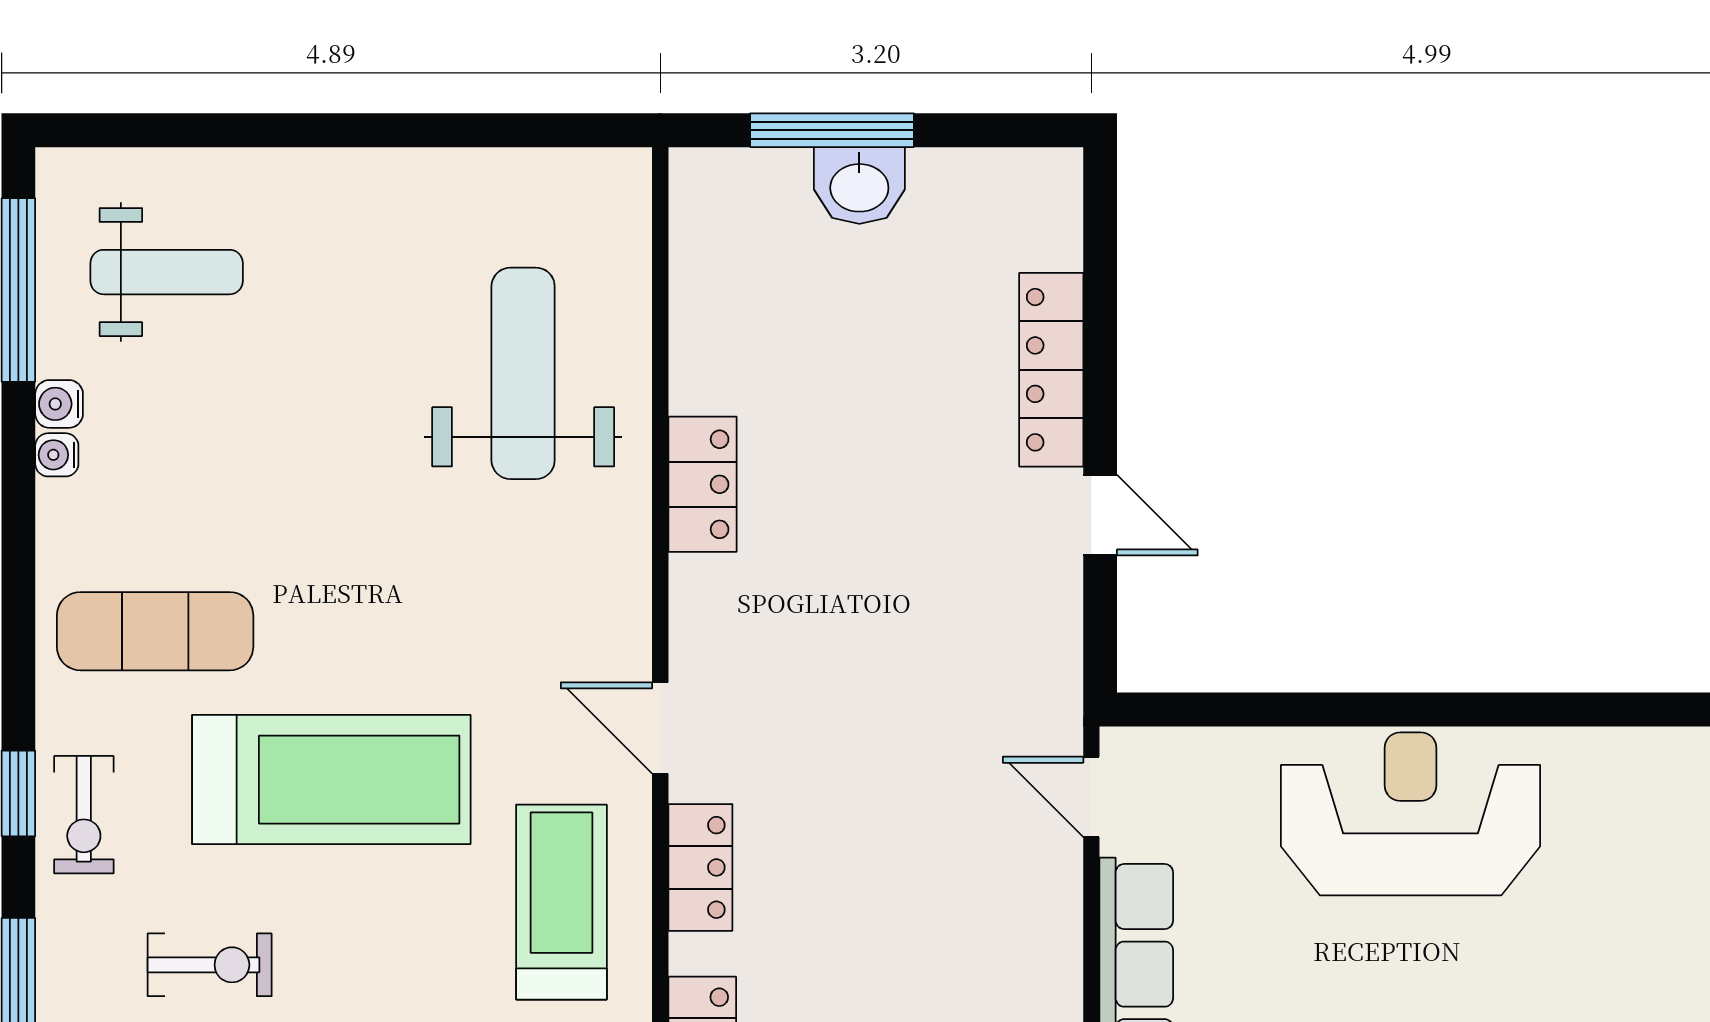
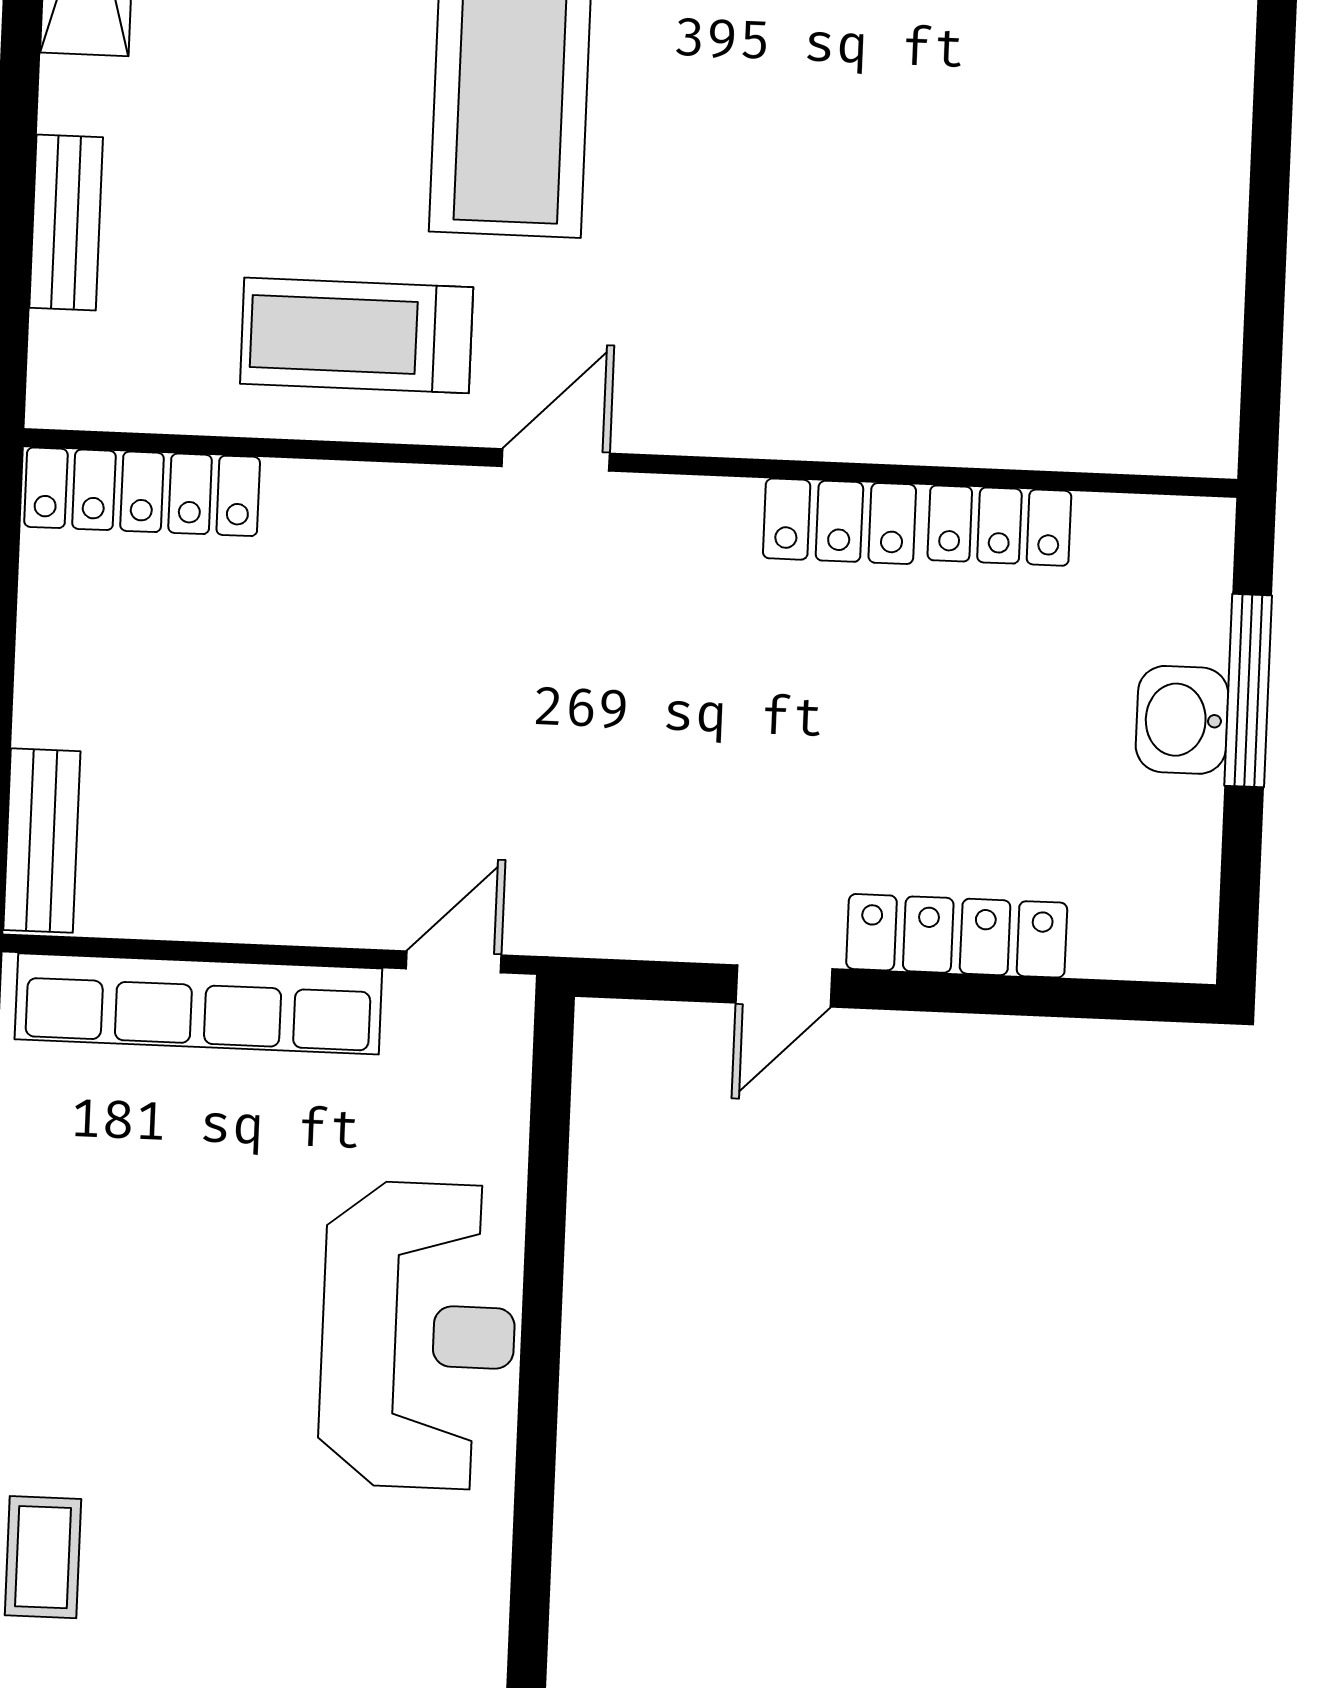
weight bench: (523, 373) -> (978, 316), removed
locker: (700, 867) -> (999, 526), moved
treadmill: (561, 902) -> (357, 335), turned 180

